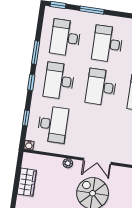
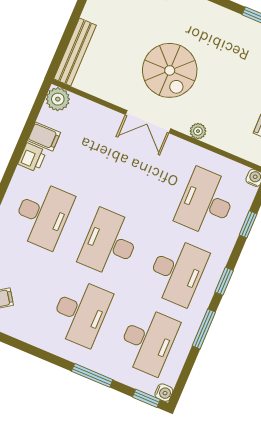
water cooler: (49, 11) -> (164, 393), added
desk: (101, 87) -> (110, 243), turned 180
double door: (97, 161) -> (148, 122), swing flipped

